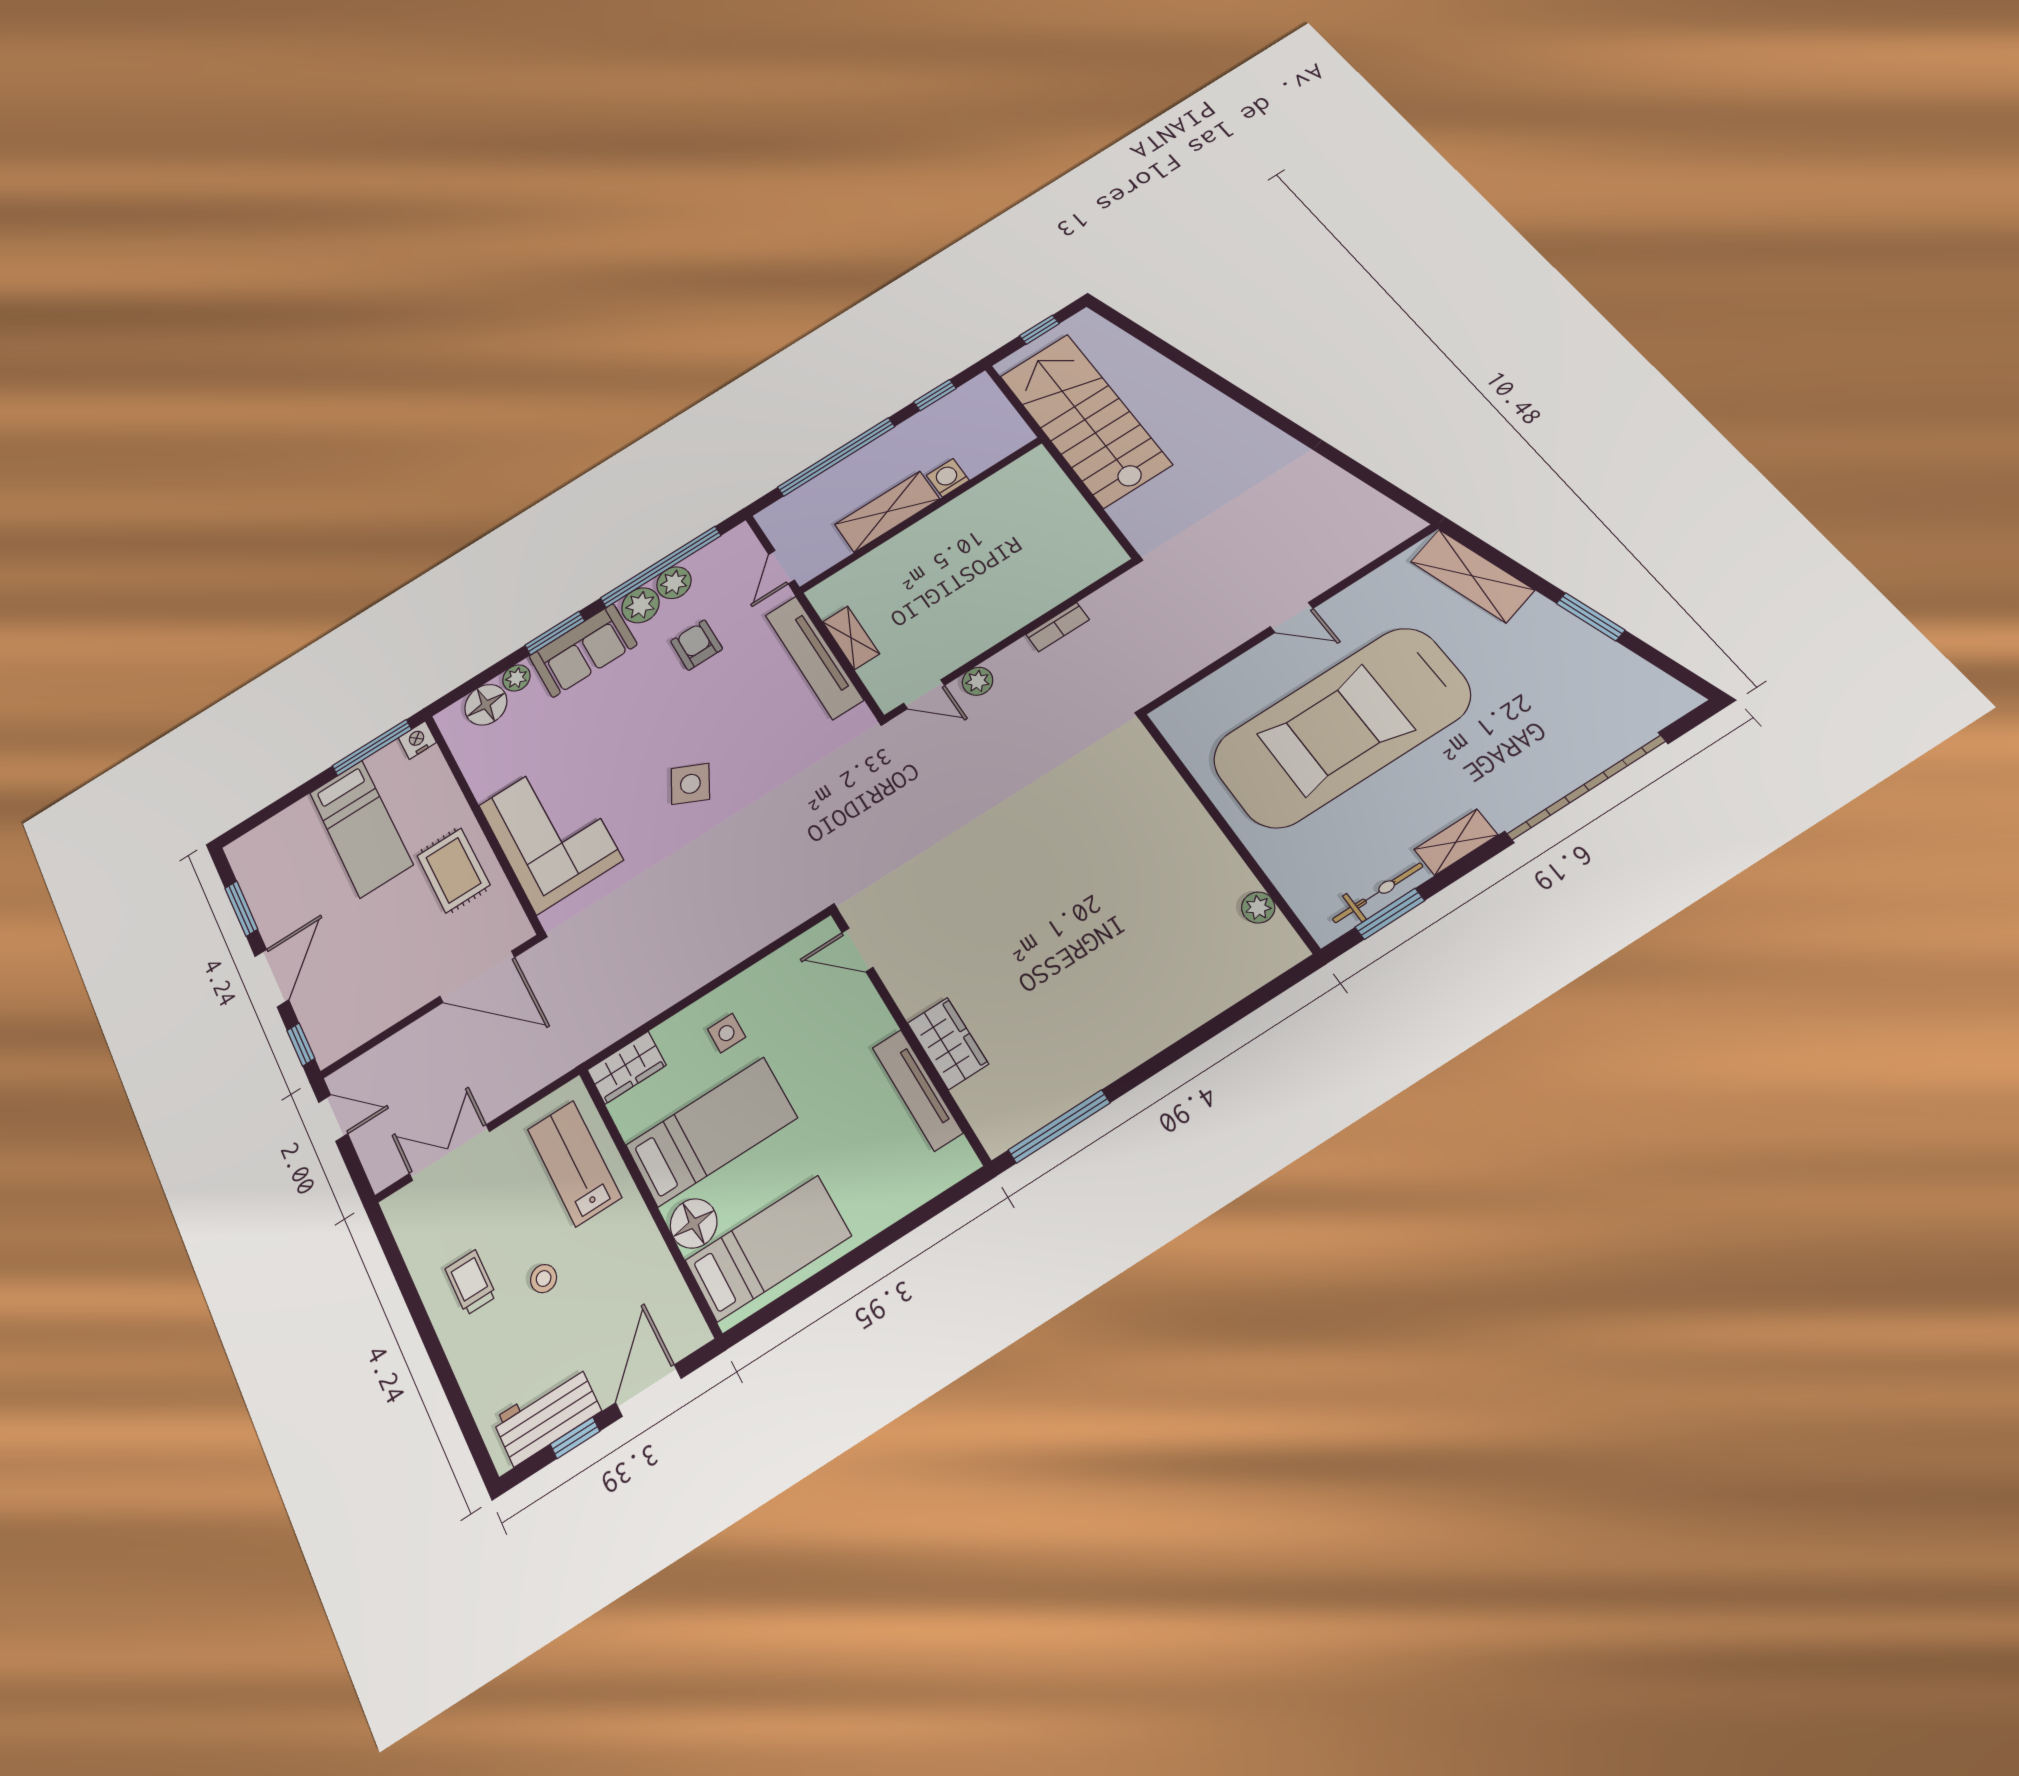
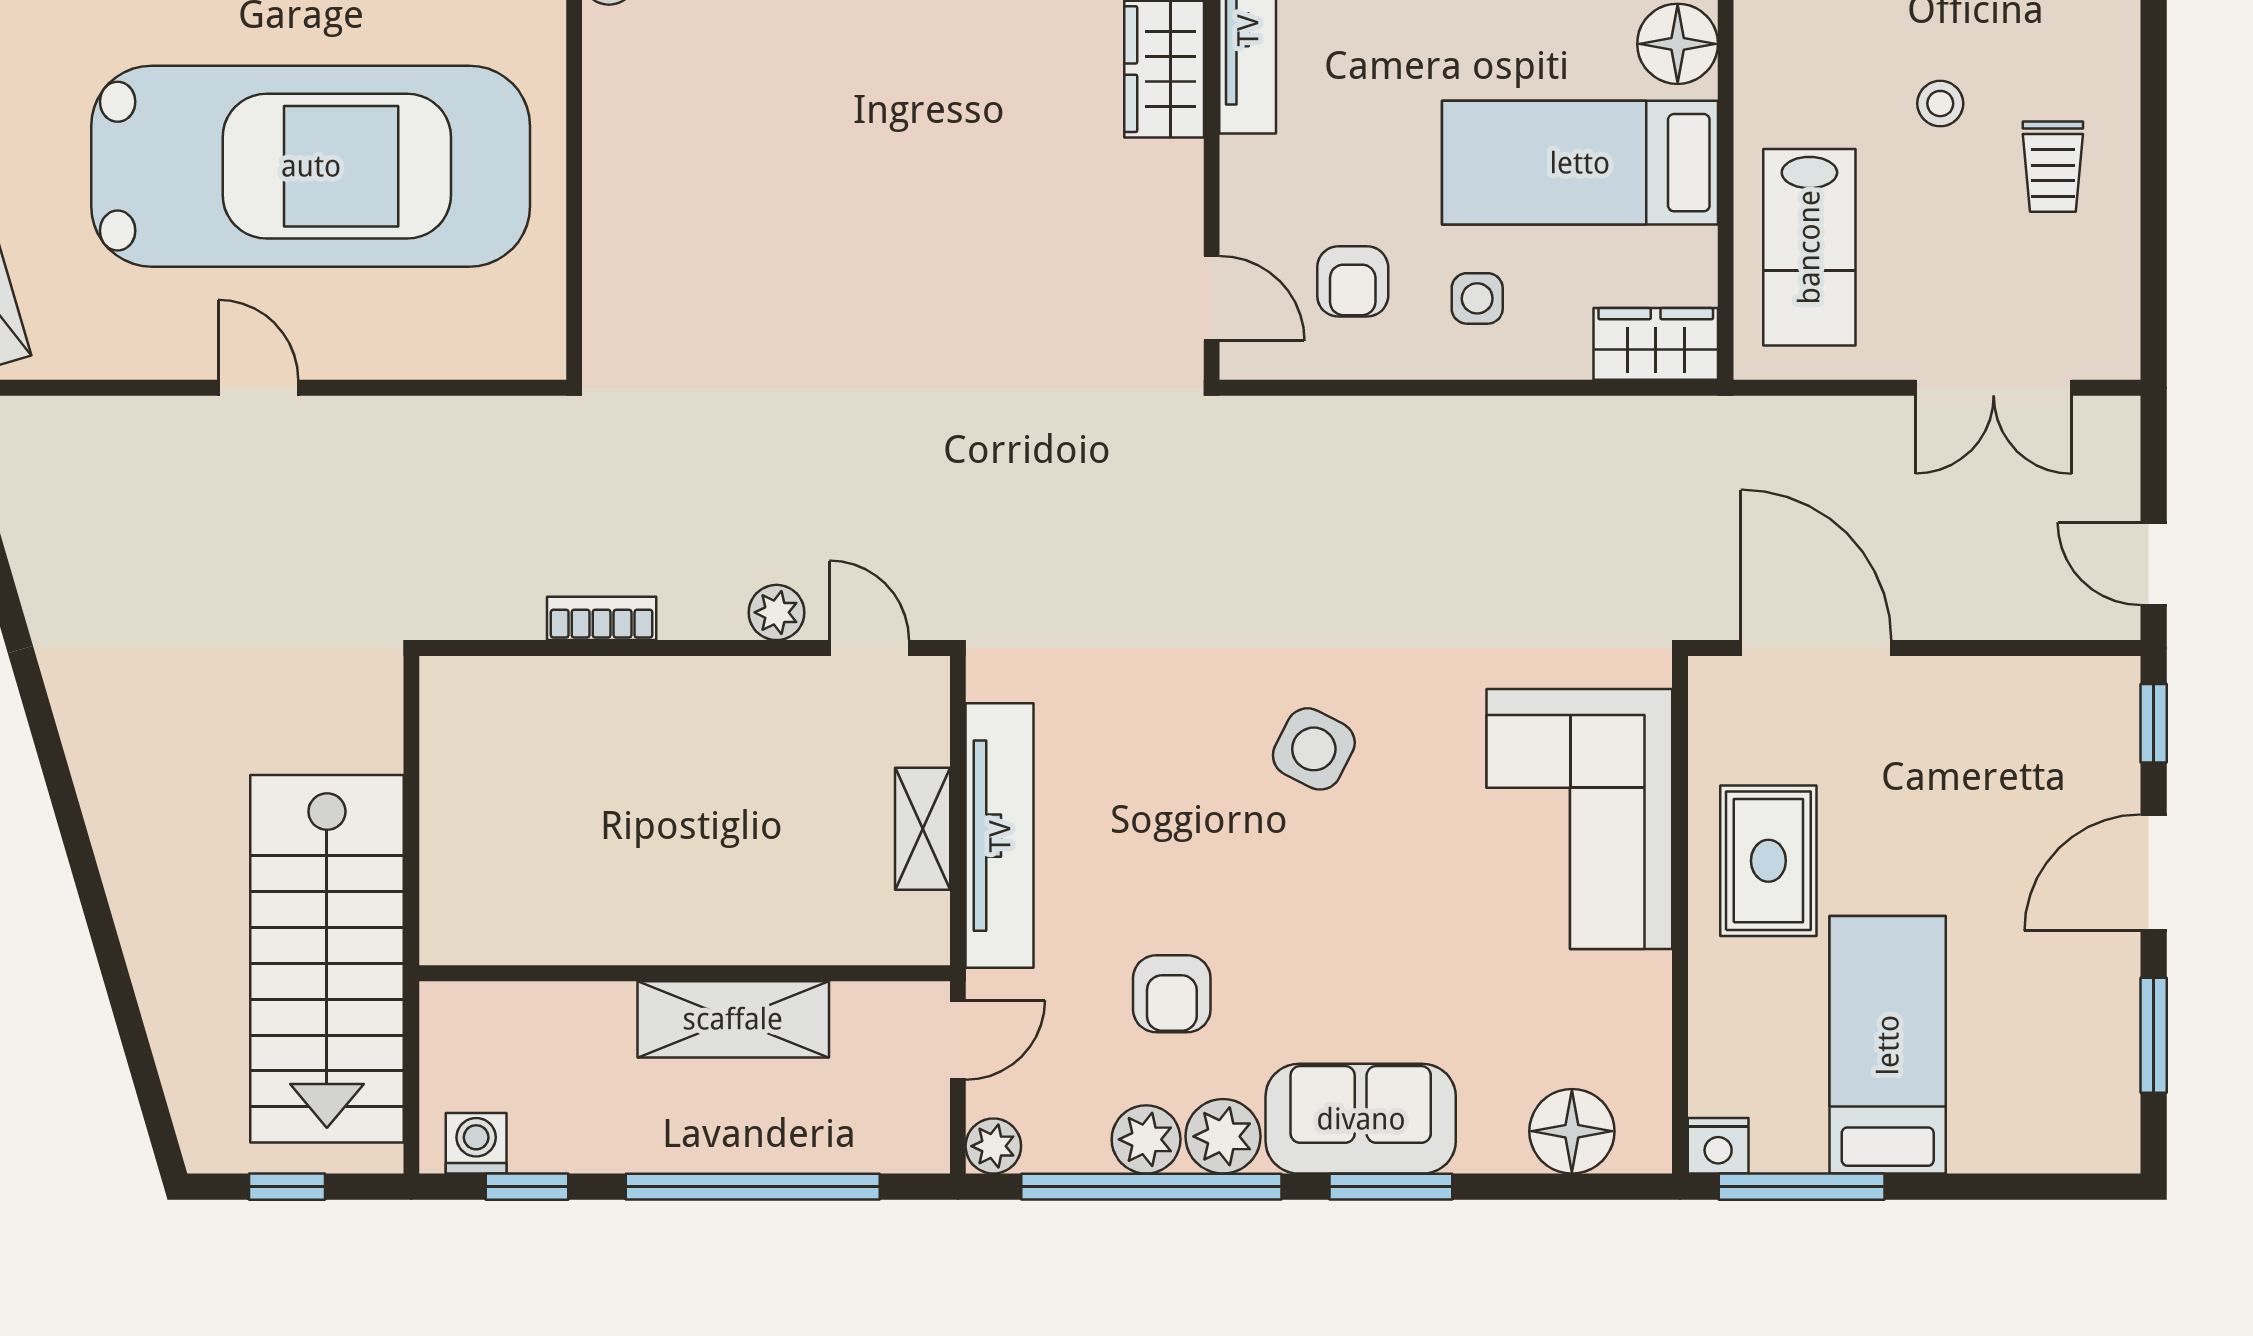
washing machine: (948, 478) -> (476, 1143), moved, turned 180
plant: (516, 678) -> (993, 1146), moved
armchair: (793, 1002) -> (1353, 281), added

